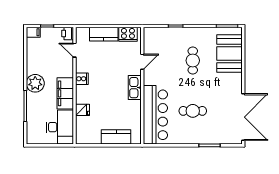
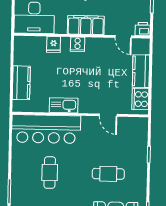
door: (75, 50) -> (123, 37), swing flipped
cooker: (82, 79) -> (78, 44), moved
kitchen sink: (135, 88) -> (64, 105), moved
filing cabinet: (65, 93) -> (86, 25), moved

